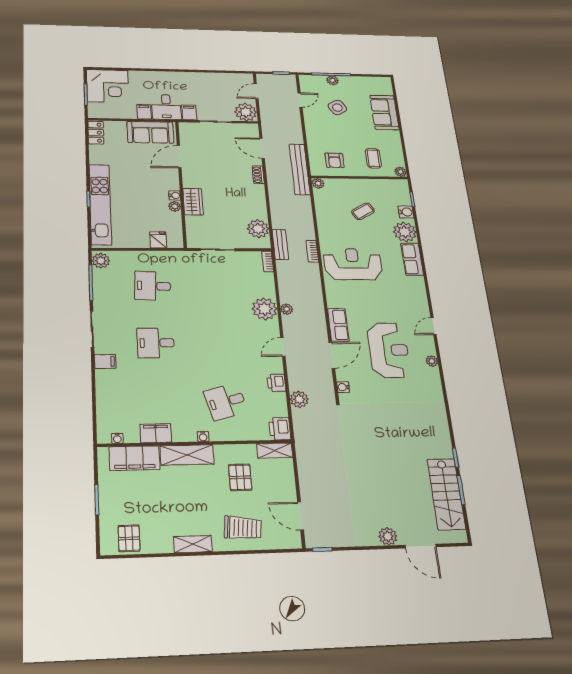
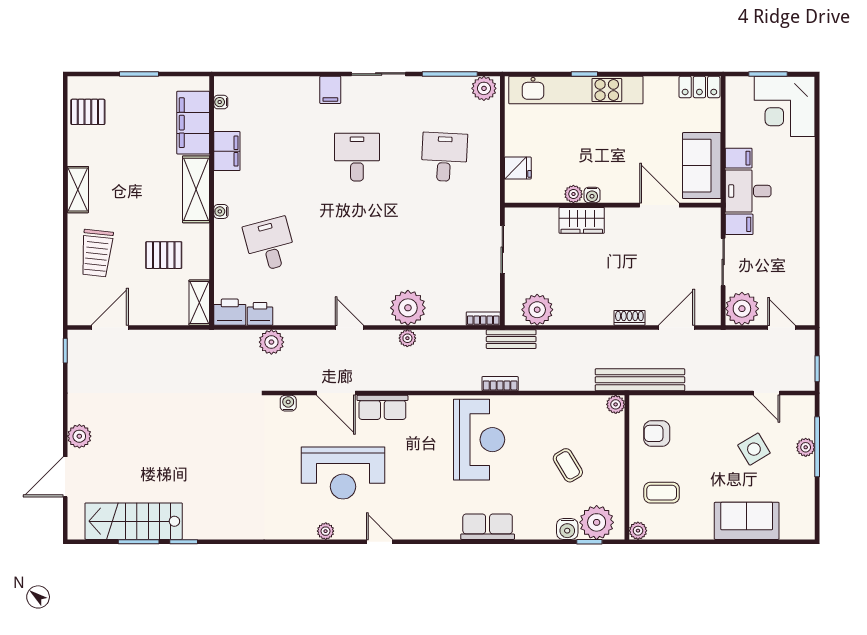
plant: (405, 232) -> (597, 522), moved
printer: (276, 383) -> (260, 314), moved

